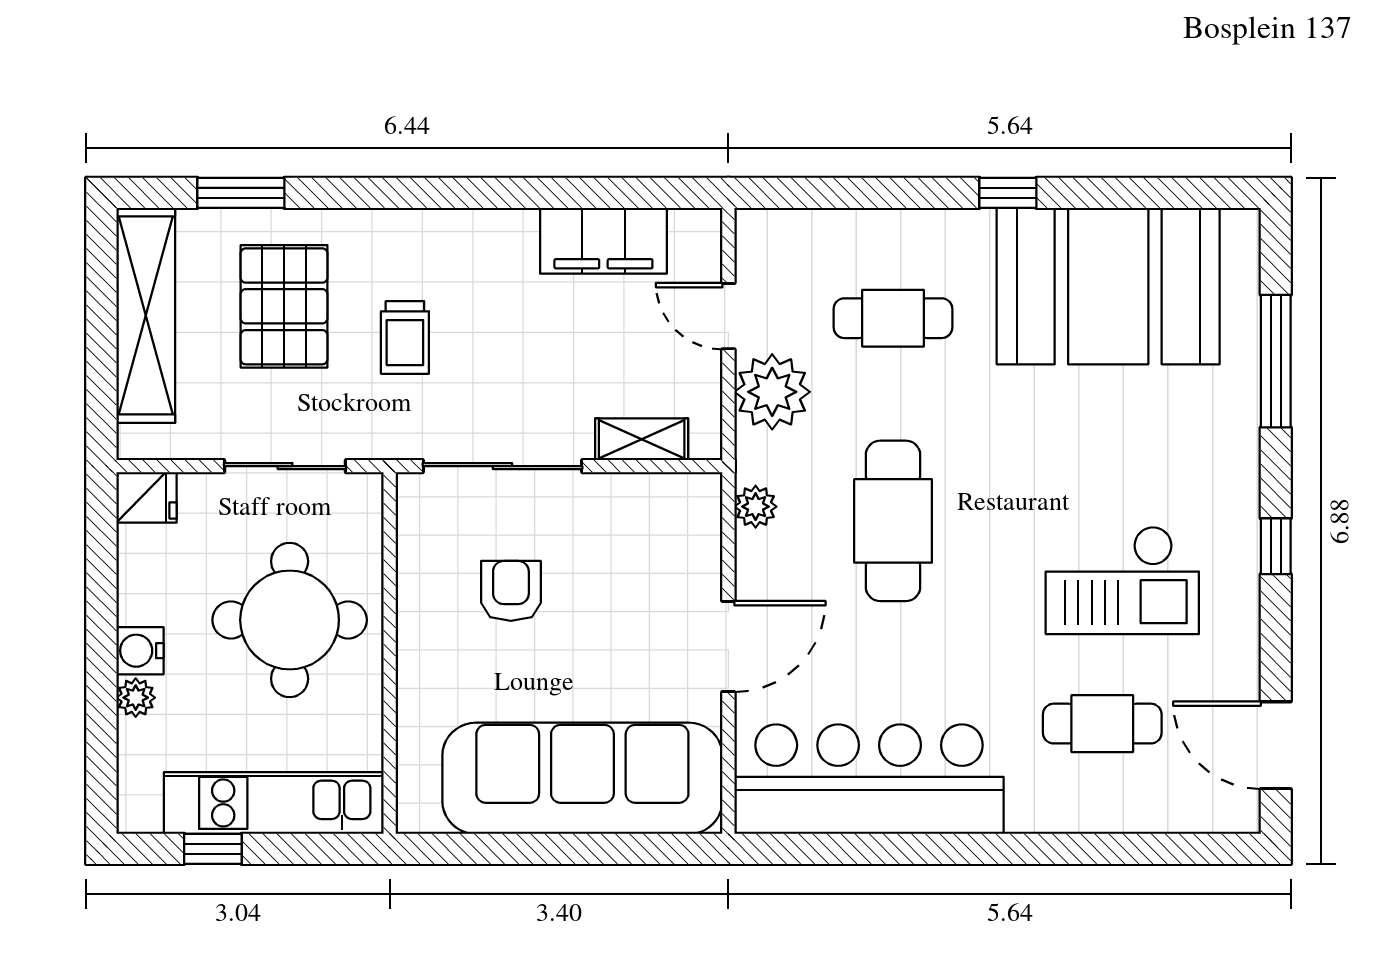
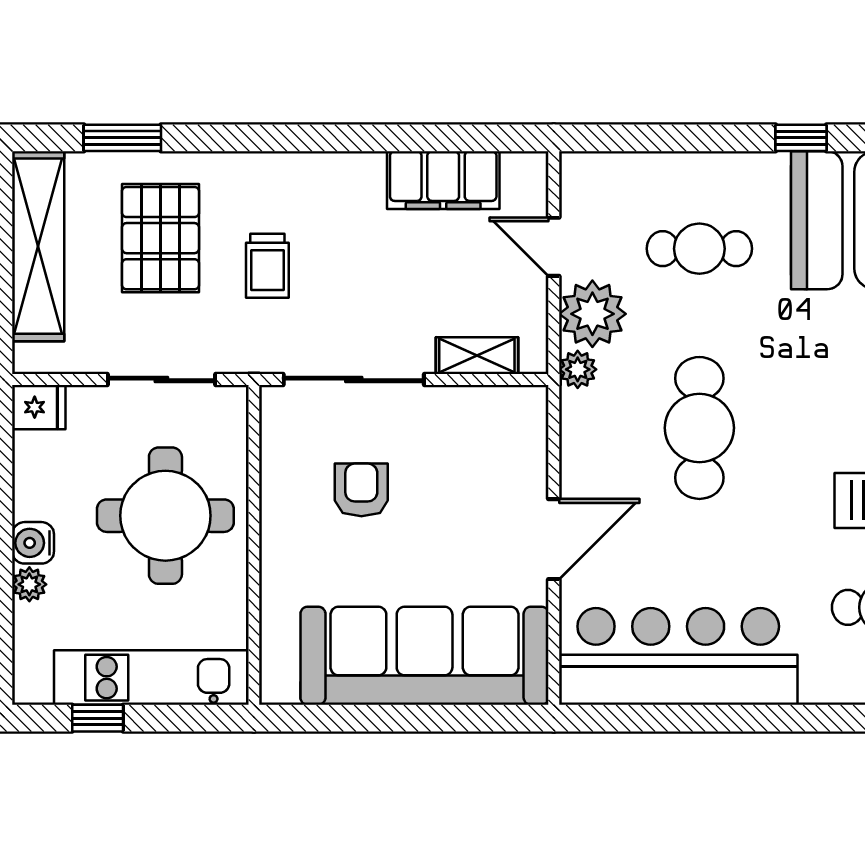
plant: (756, 507) -> (578, 369), moved

